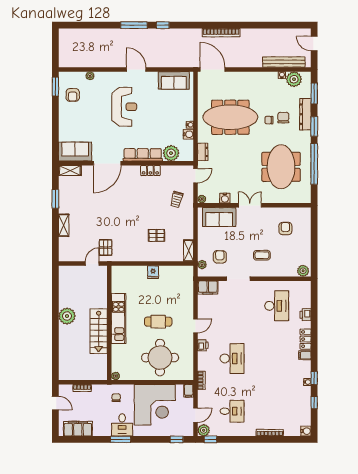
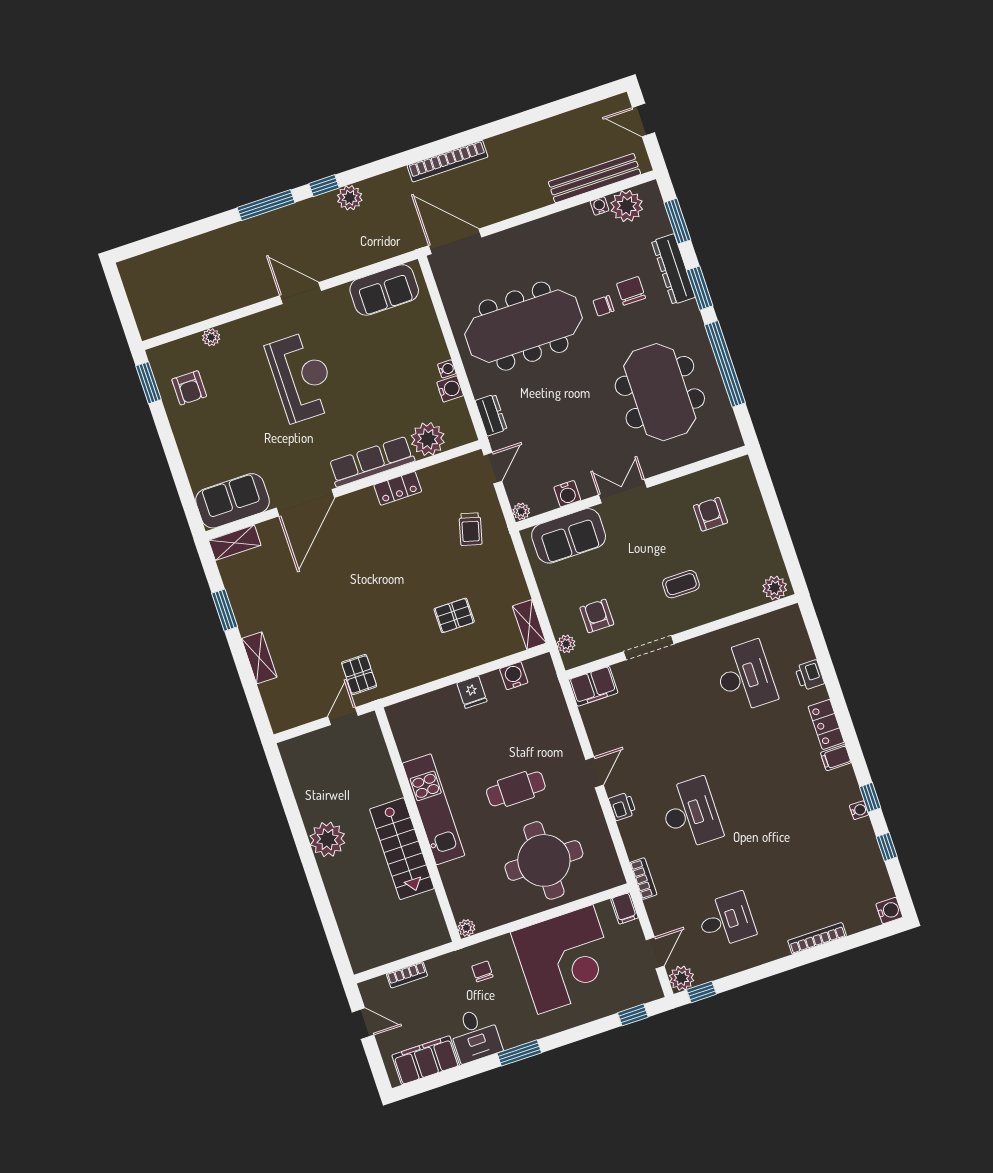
plant: (172, 34) -> (350, 198), added
water cooler: (174, 271) -> (514, 676), added
desk: (122, 425) -> (475, 1035), moved

